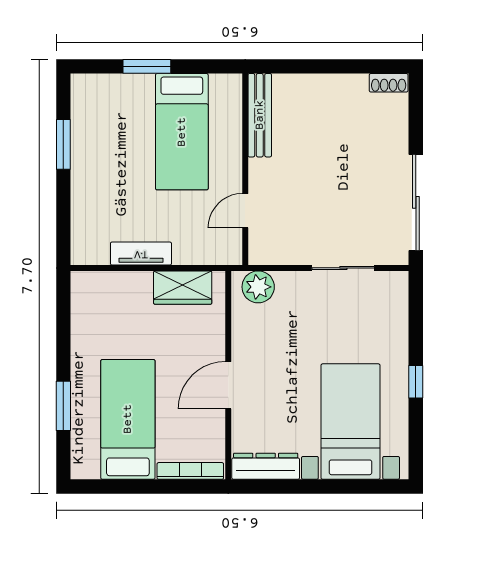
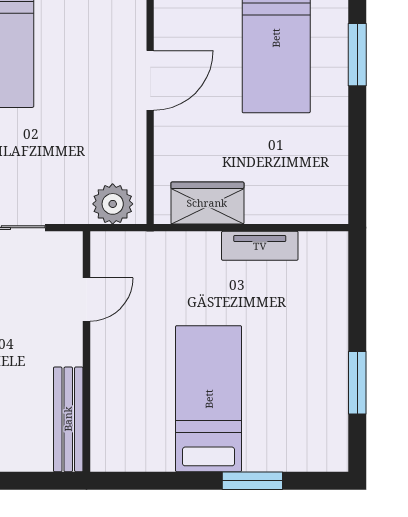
bench: (260, 115) -> (68, 419), moved
wall: (245, 169) -> (86, 352), moved
door: (245, 211) -> (86, 299), moved

